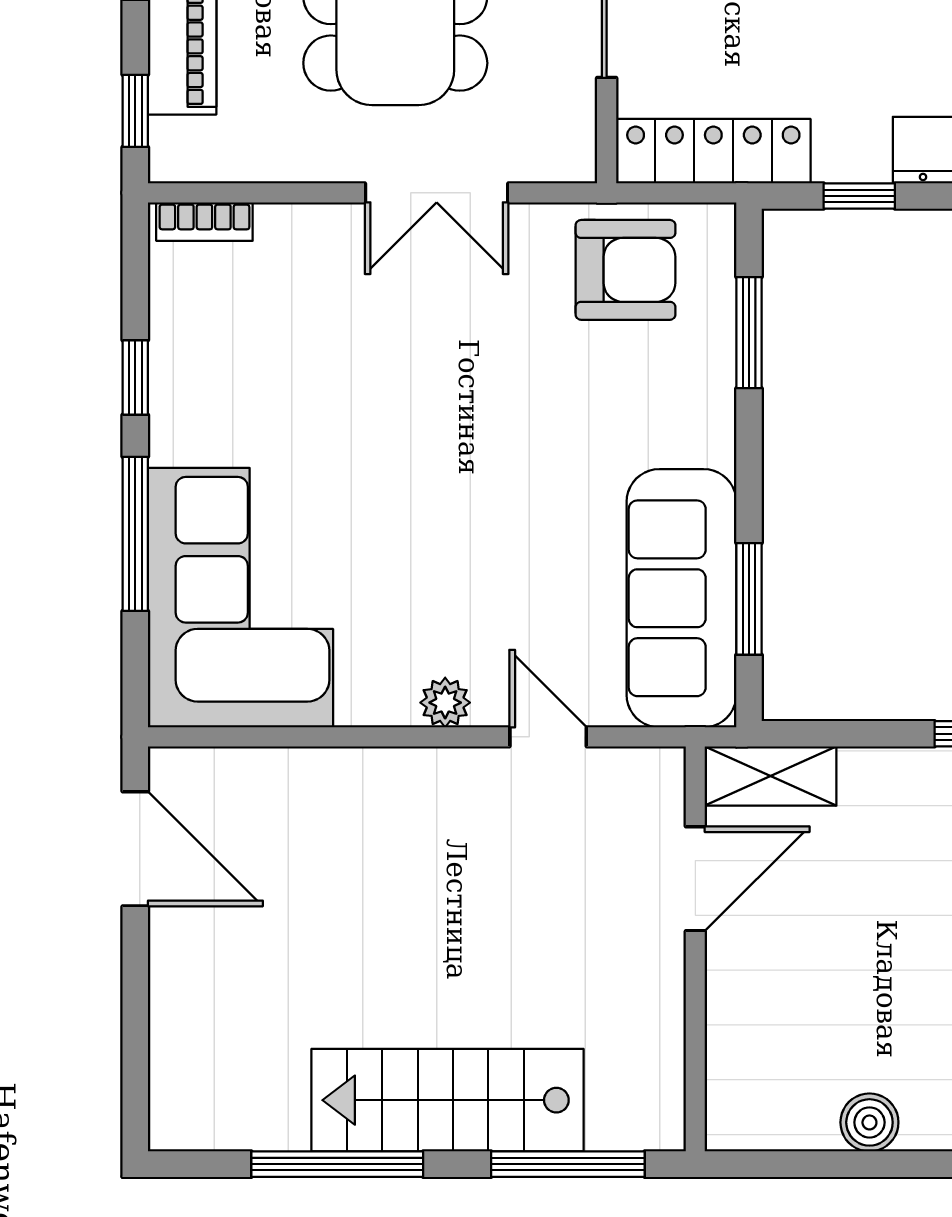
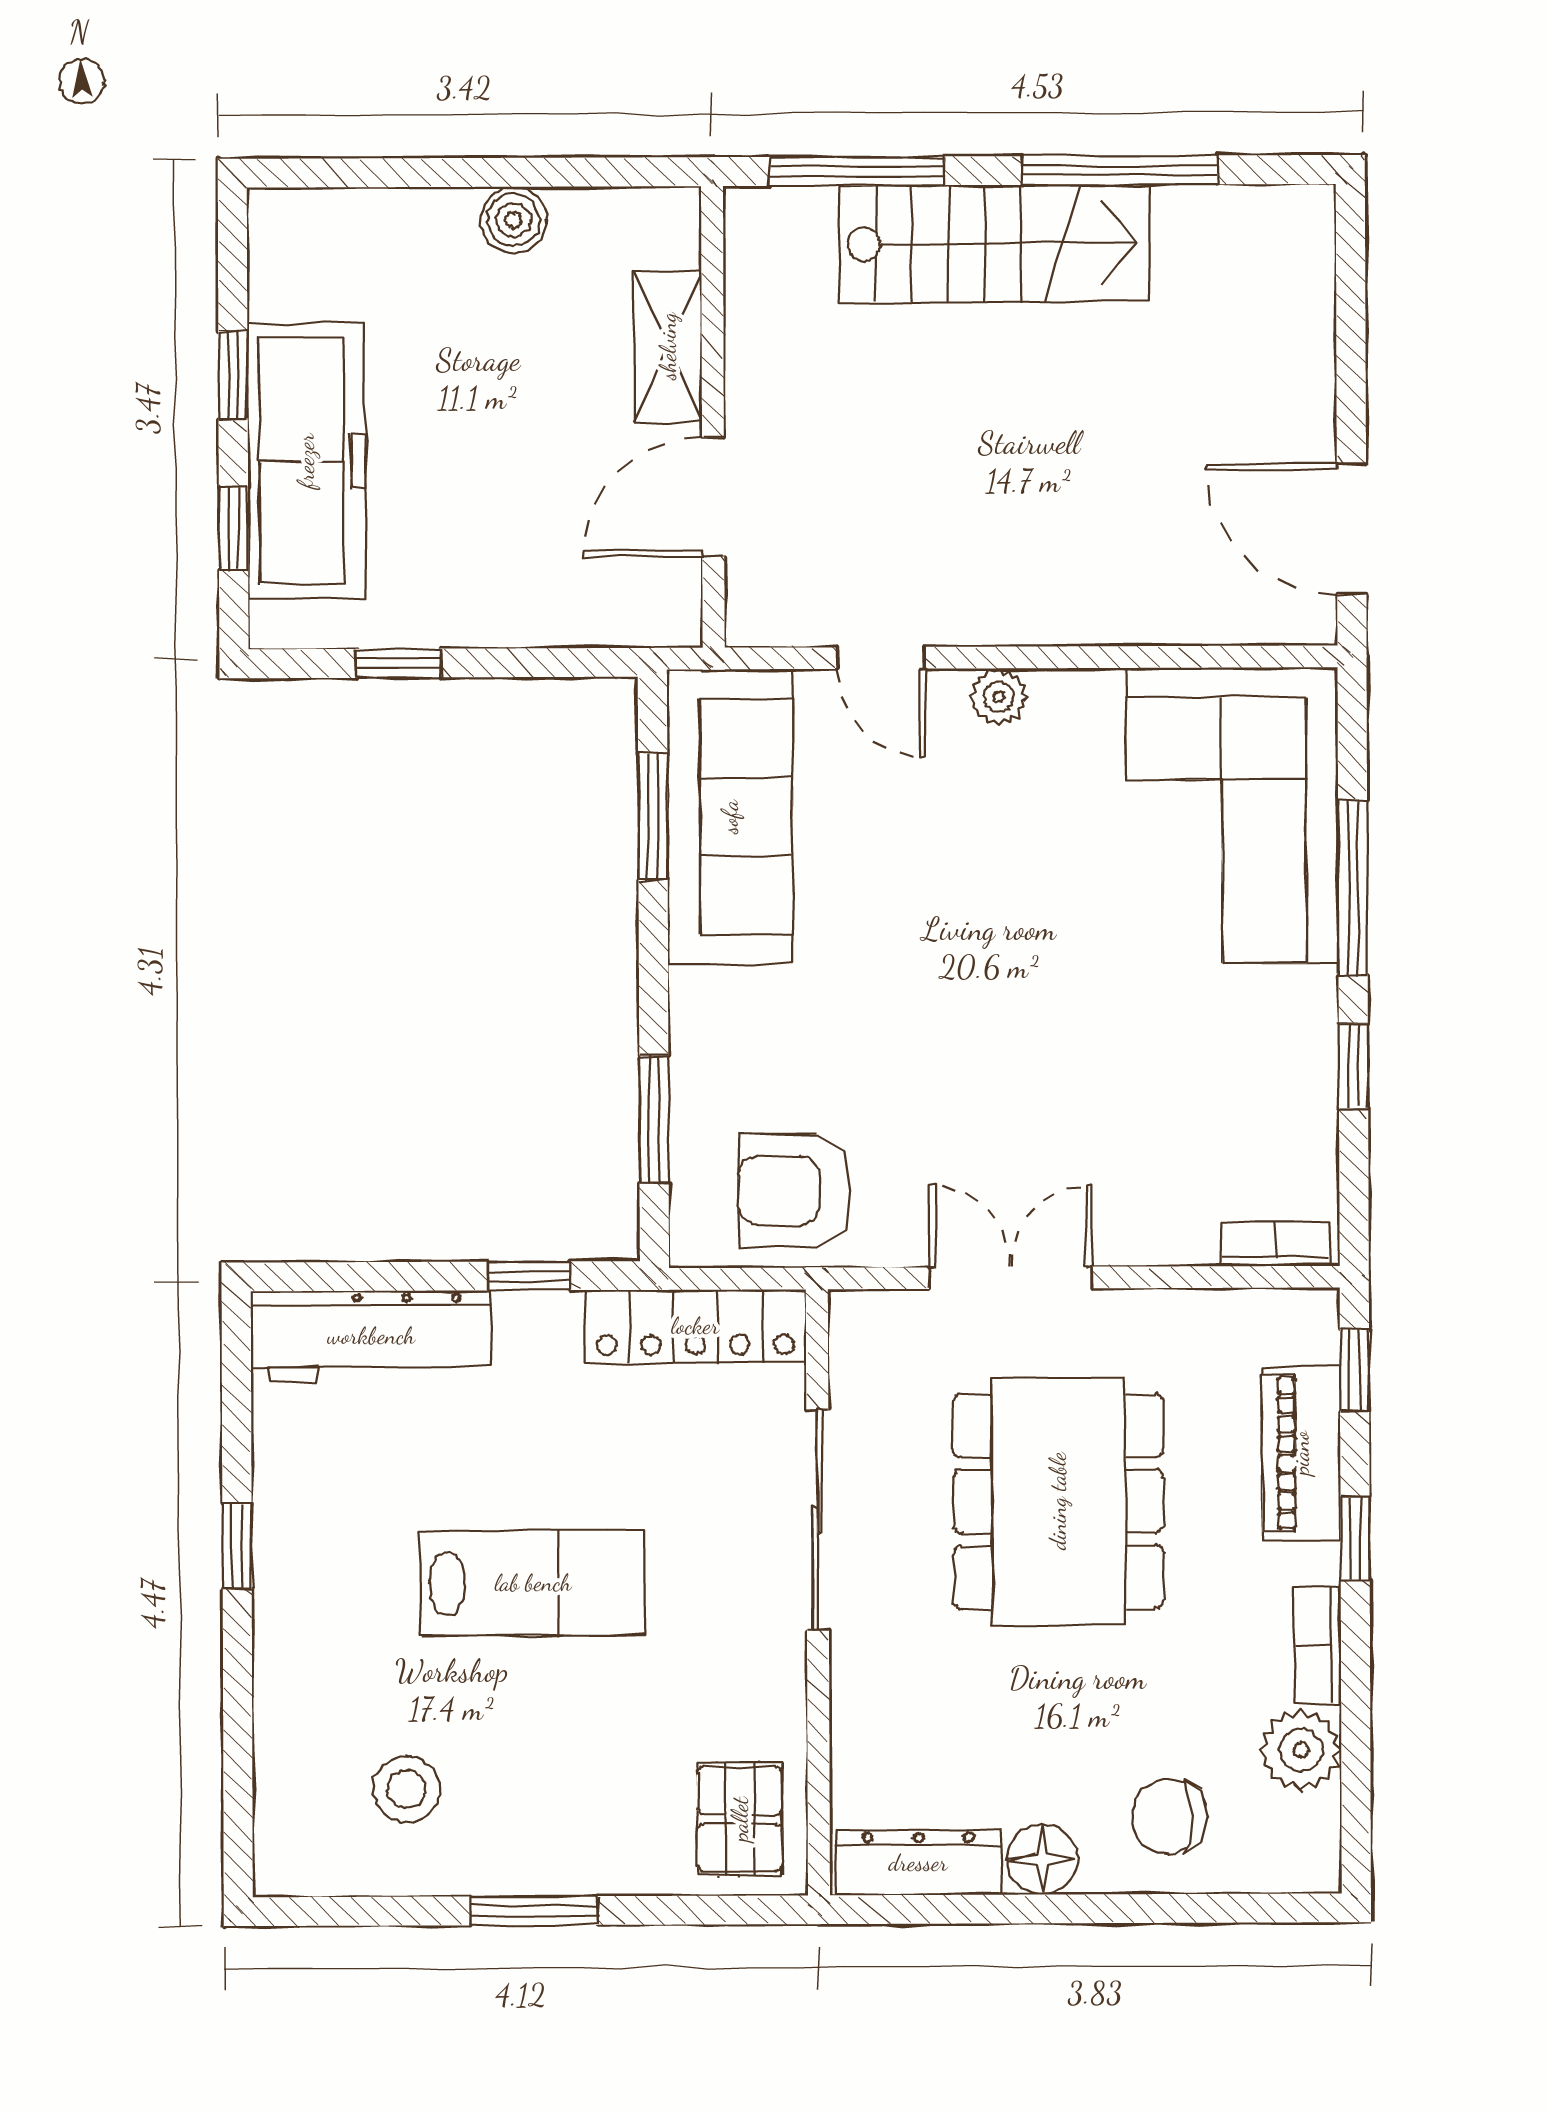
shelving: (771, 776) -> (668, 346), moved, turned 90

